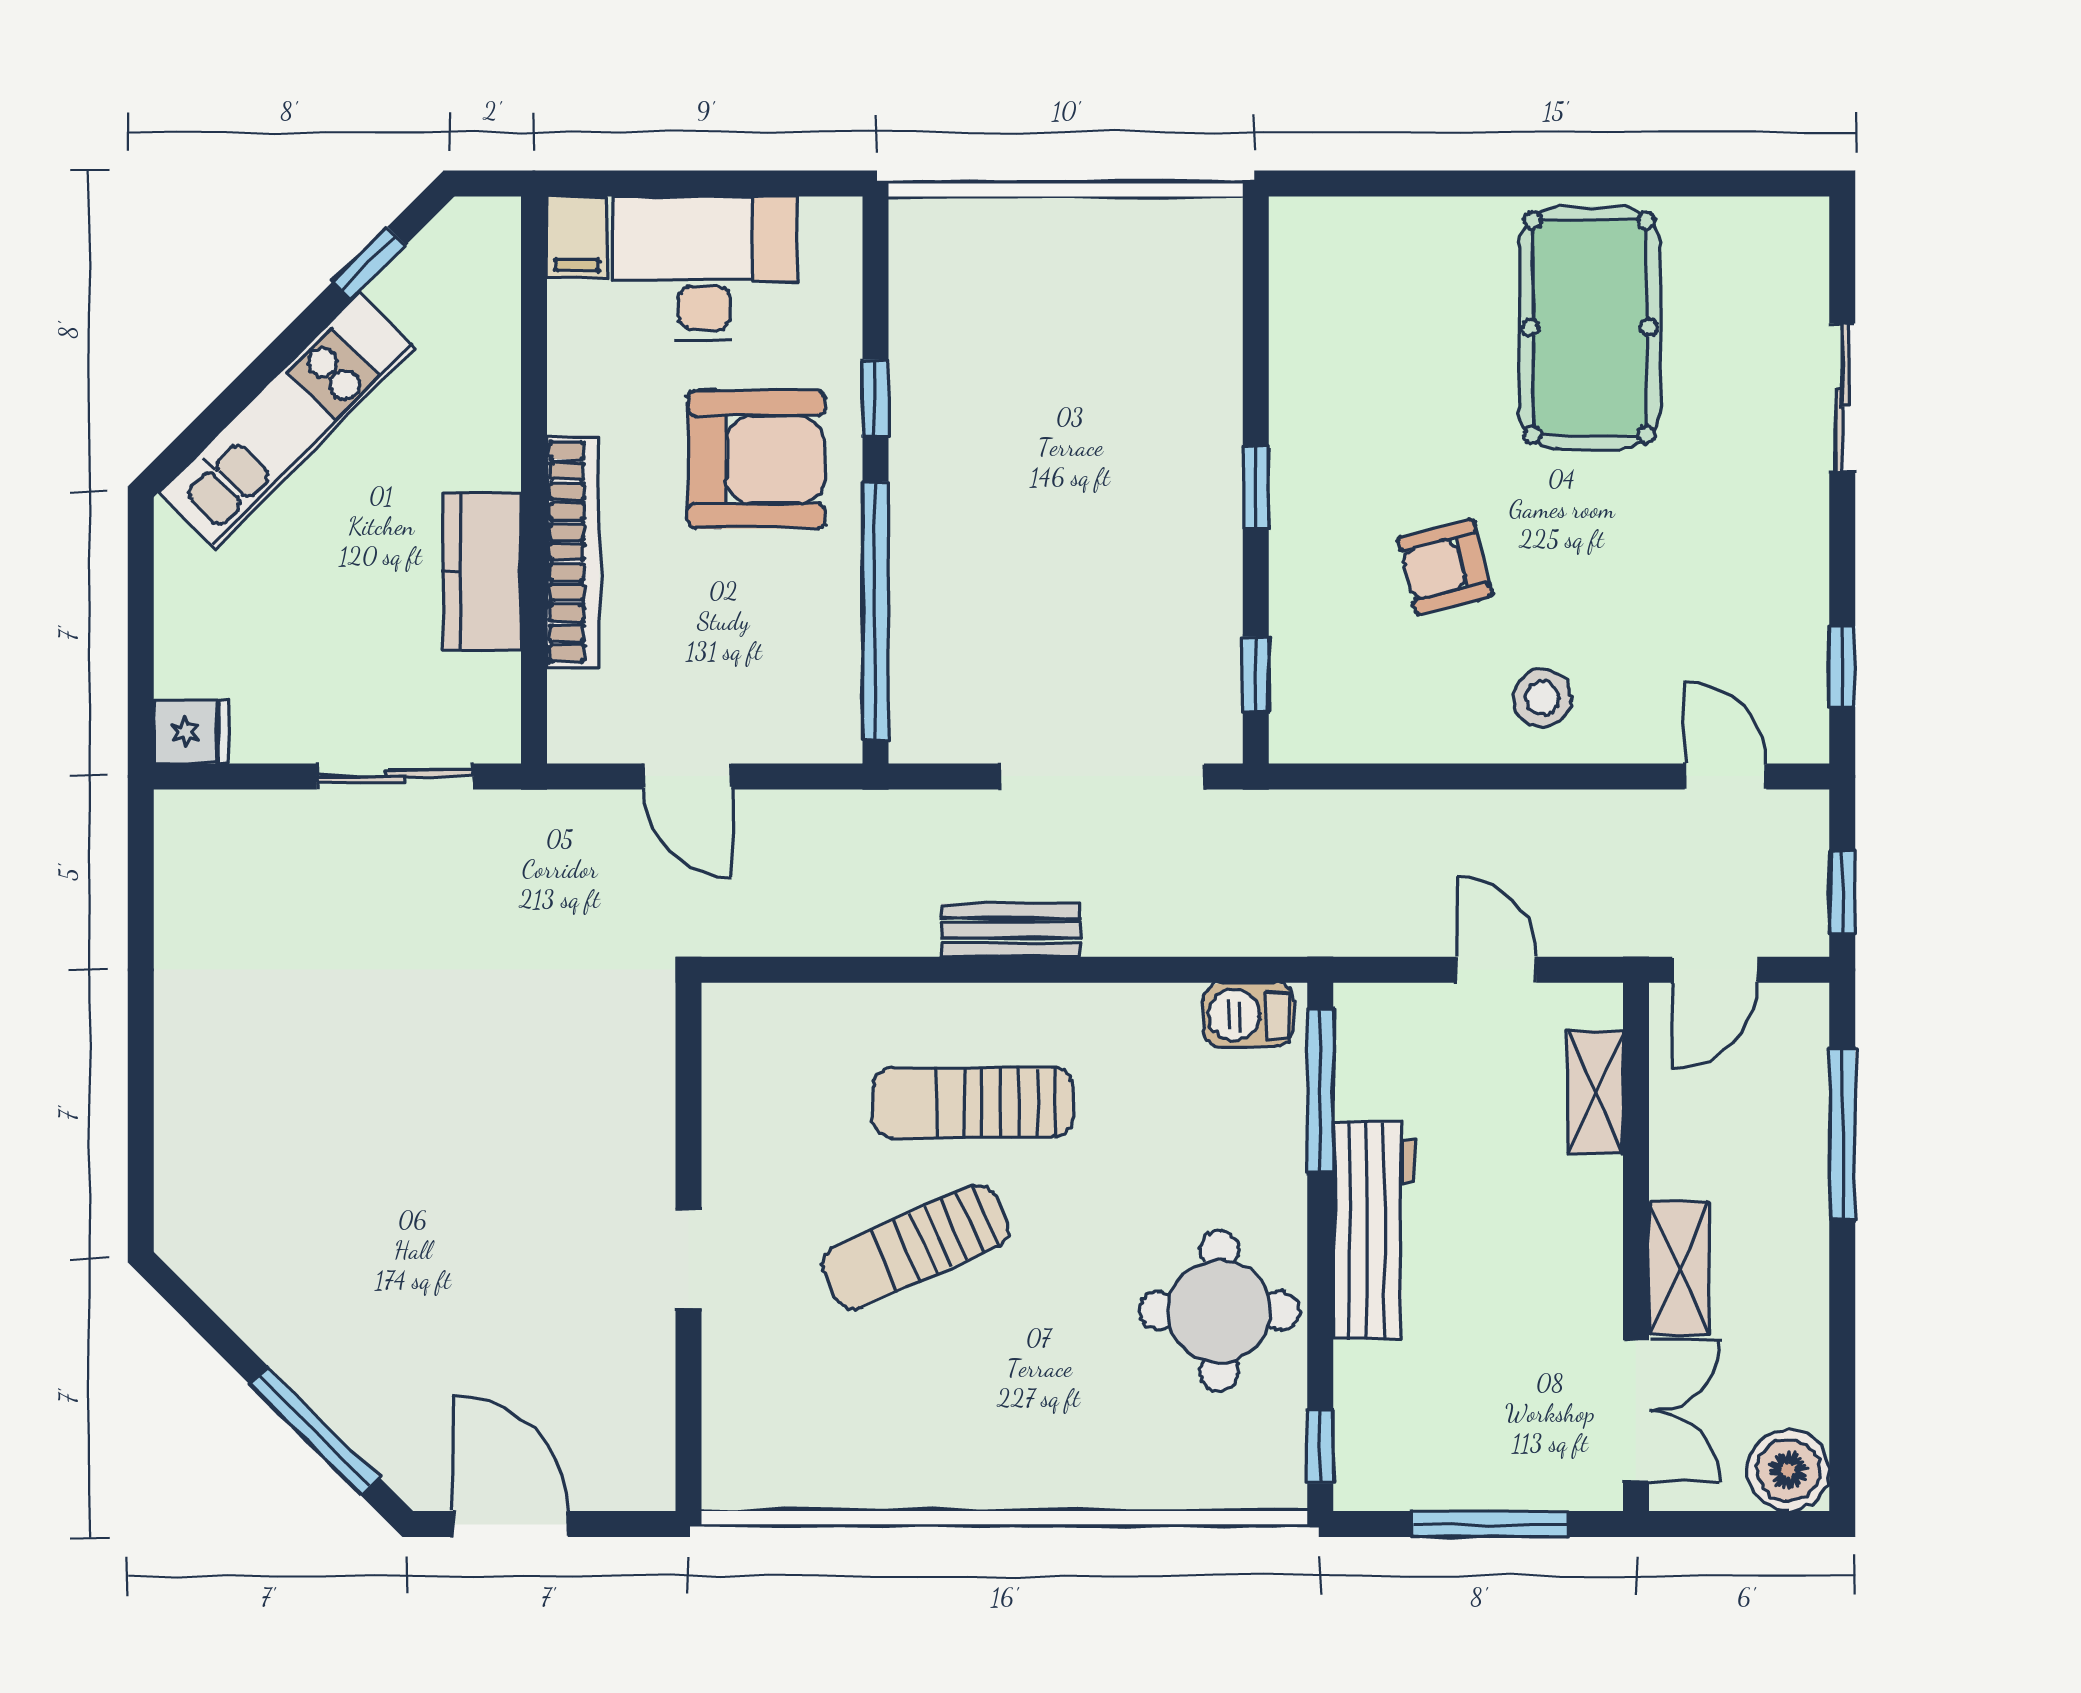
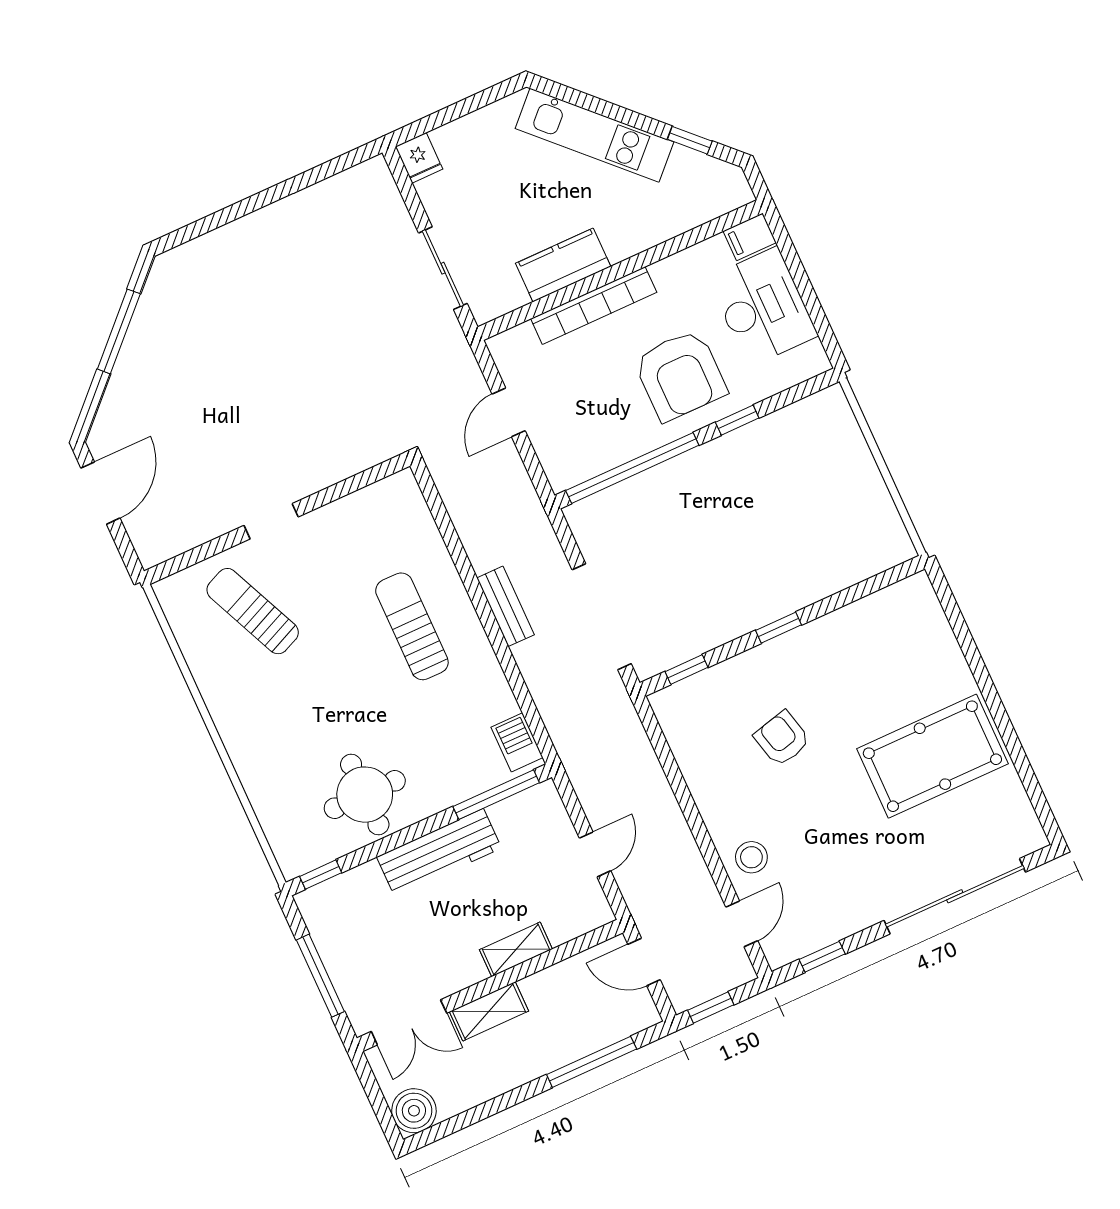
sliding door: (1842, 397) -> (955, 896), width x1.86
stool: (1542, 698) -> (751, 857), moved
shelving: (1595, 1092) -> (516, 949), moved
sun lounger: (915, 1247) -> (253, 611), moved
window: (315, 1431) -> (119, 331), moved

